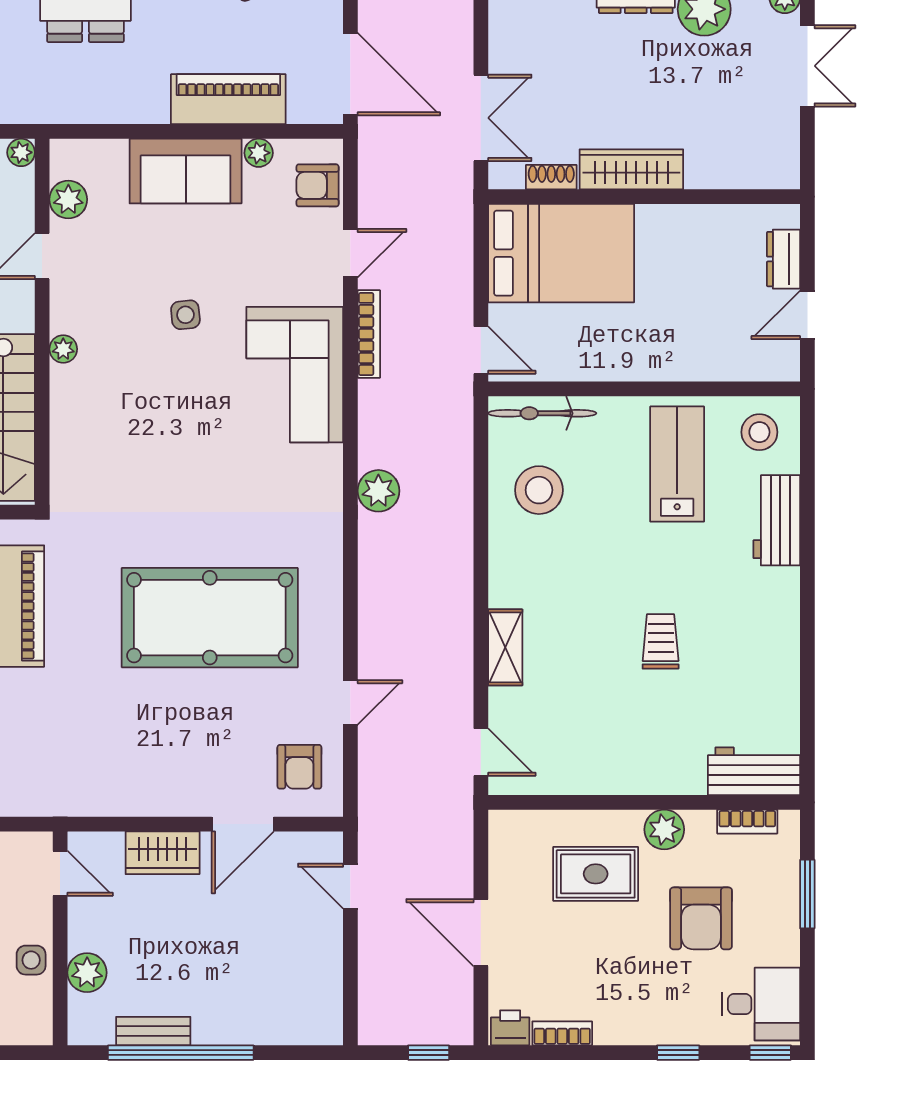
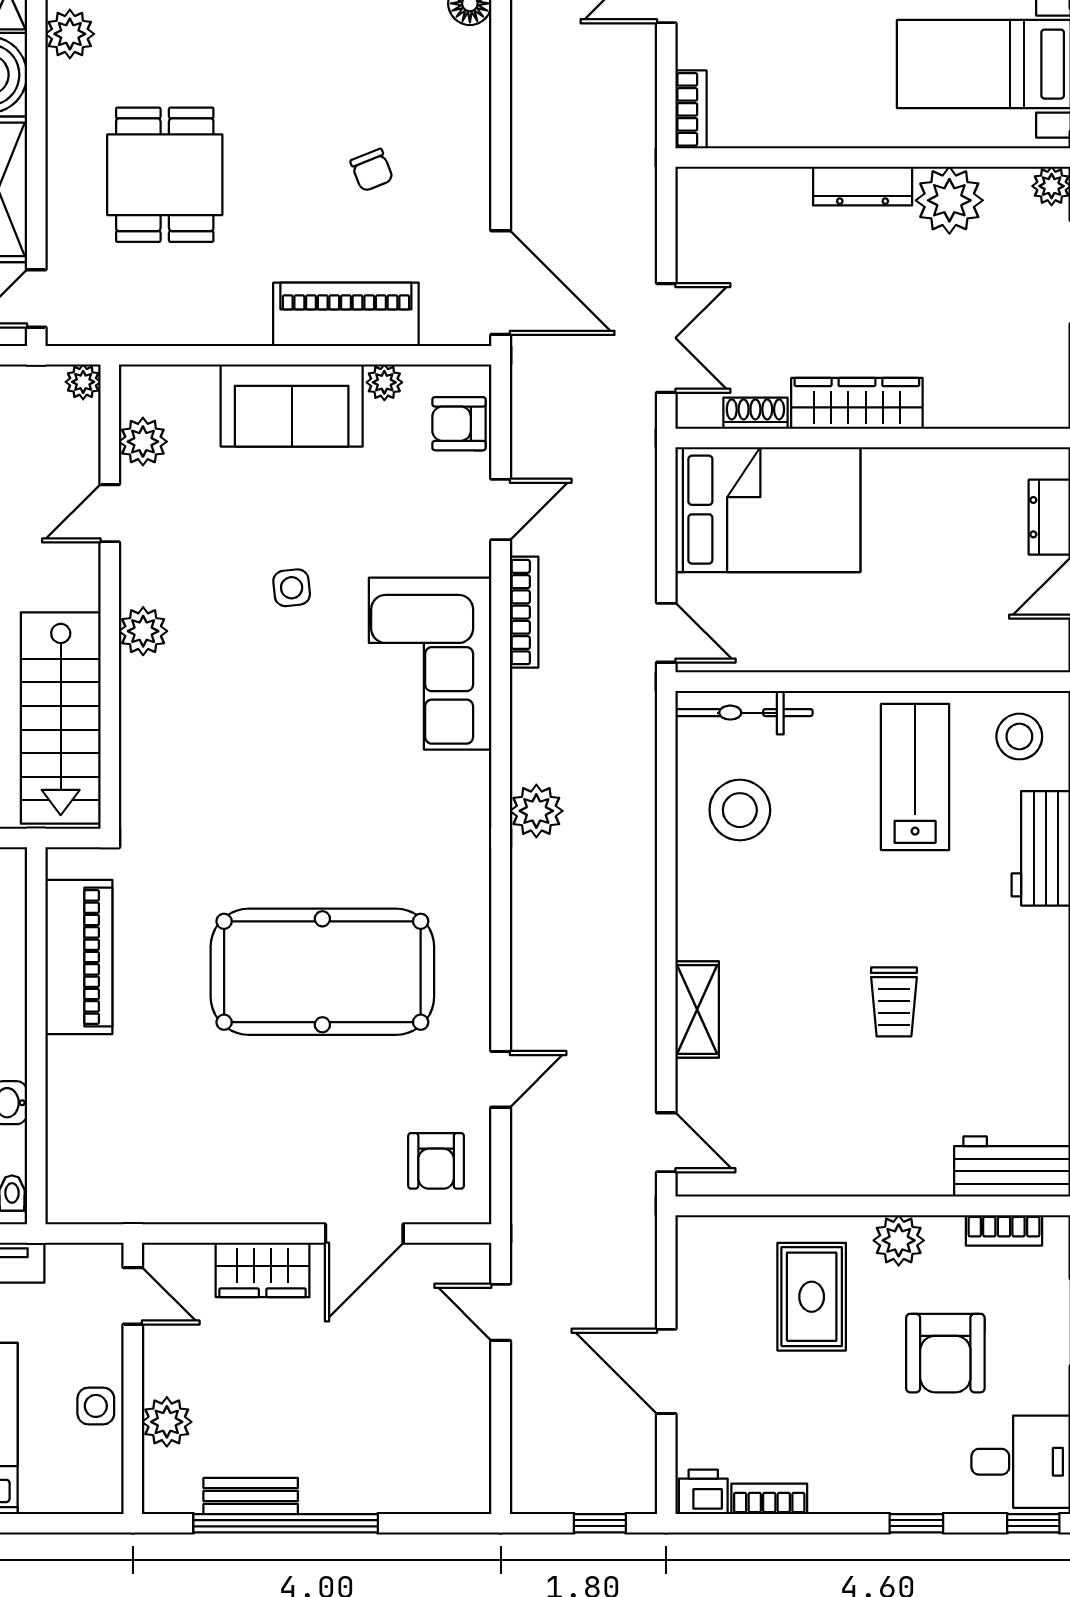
plant: (63, 349) -> (143, 631), width x1.38, depth x1.38
trolley: (661, 641) -> (894, 1002), turned 180
rug: (596, 874) -> (812, 1297), turned 90

